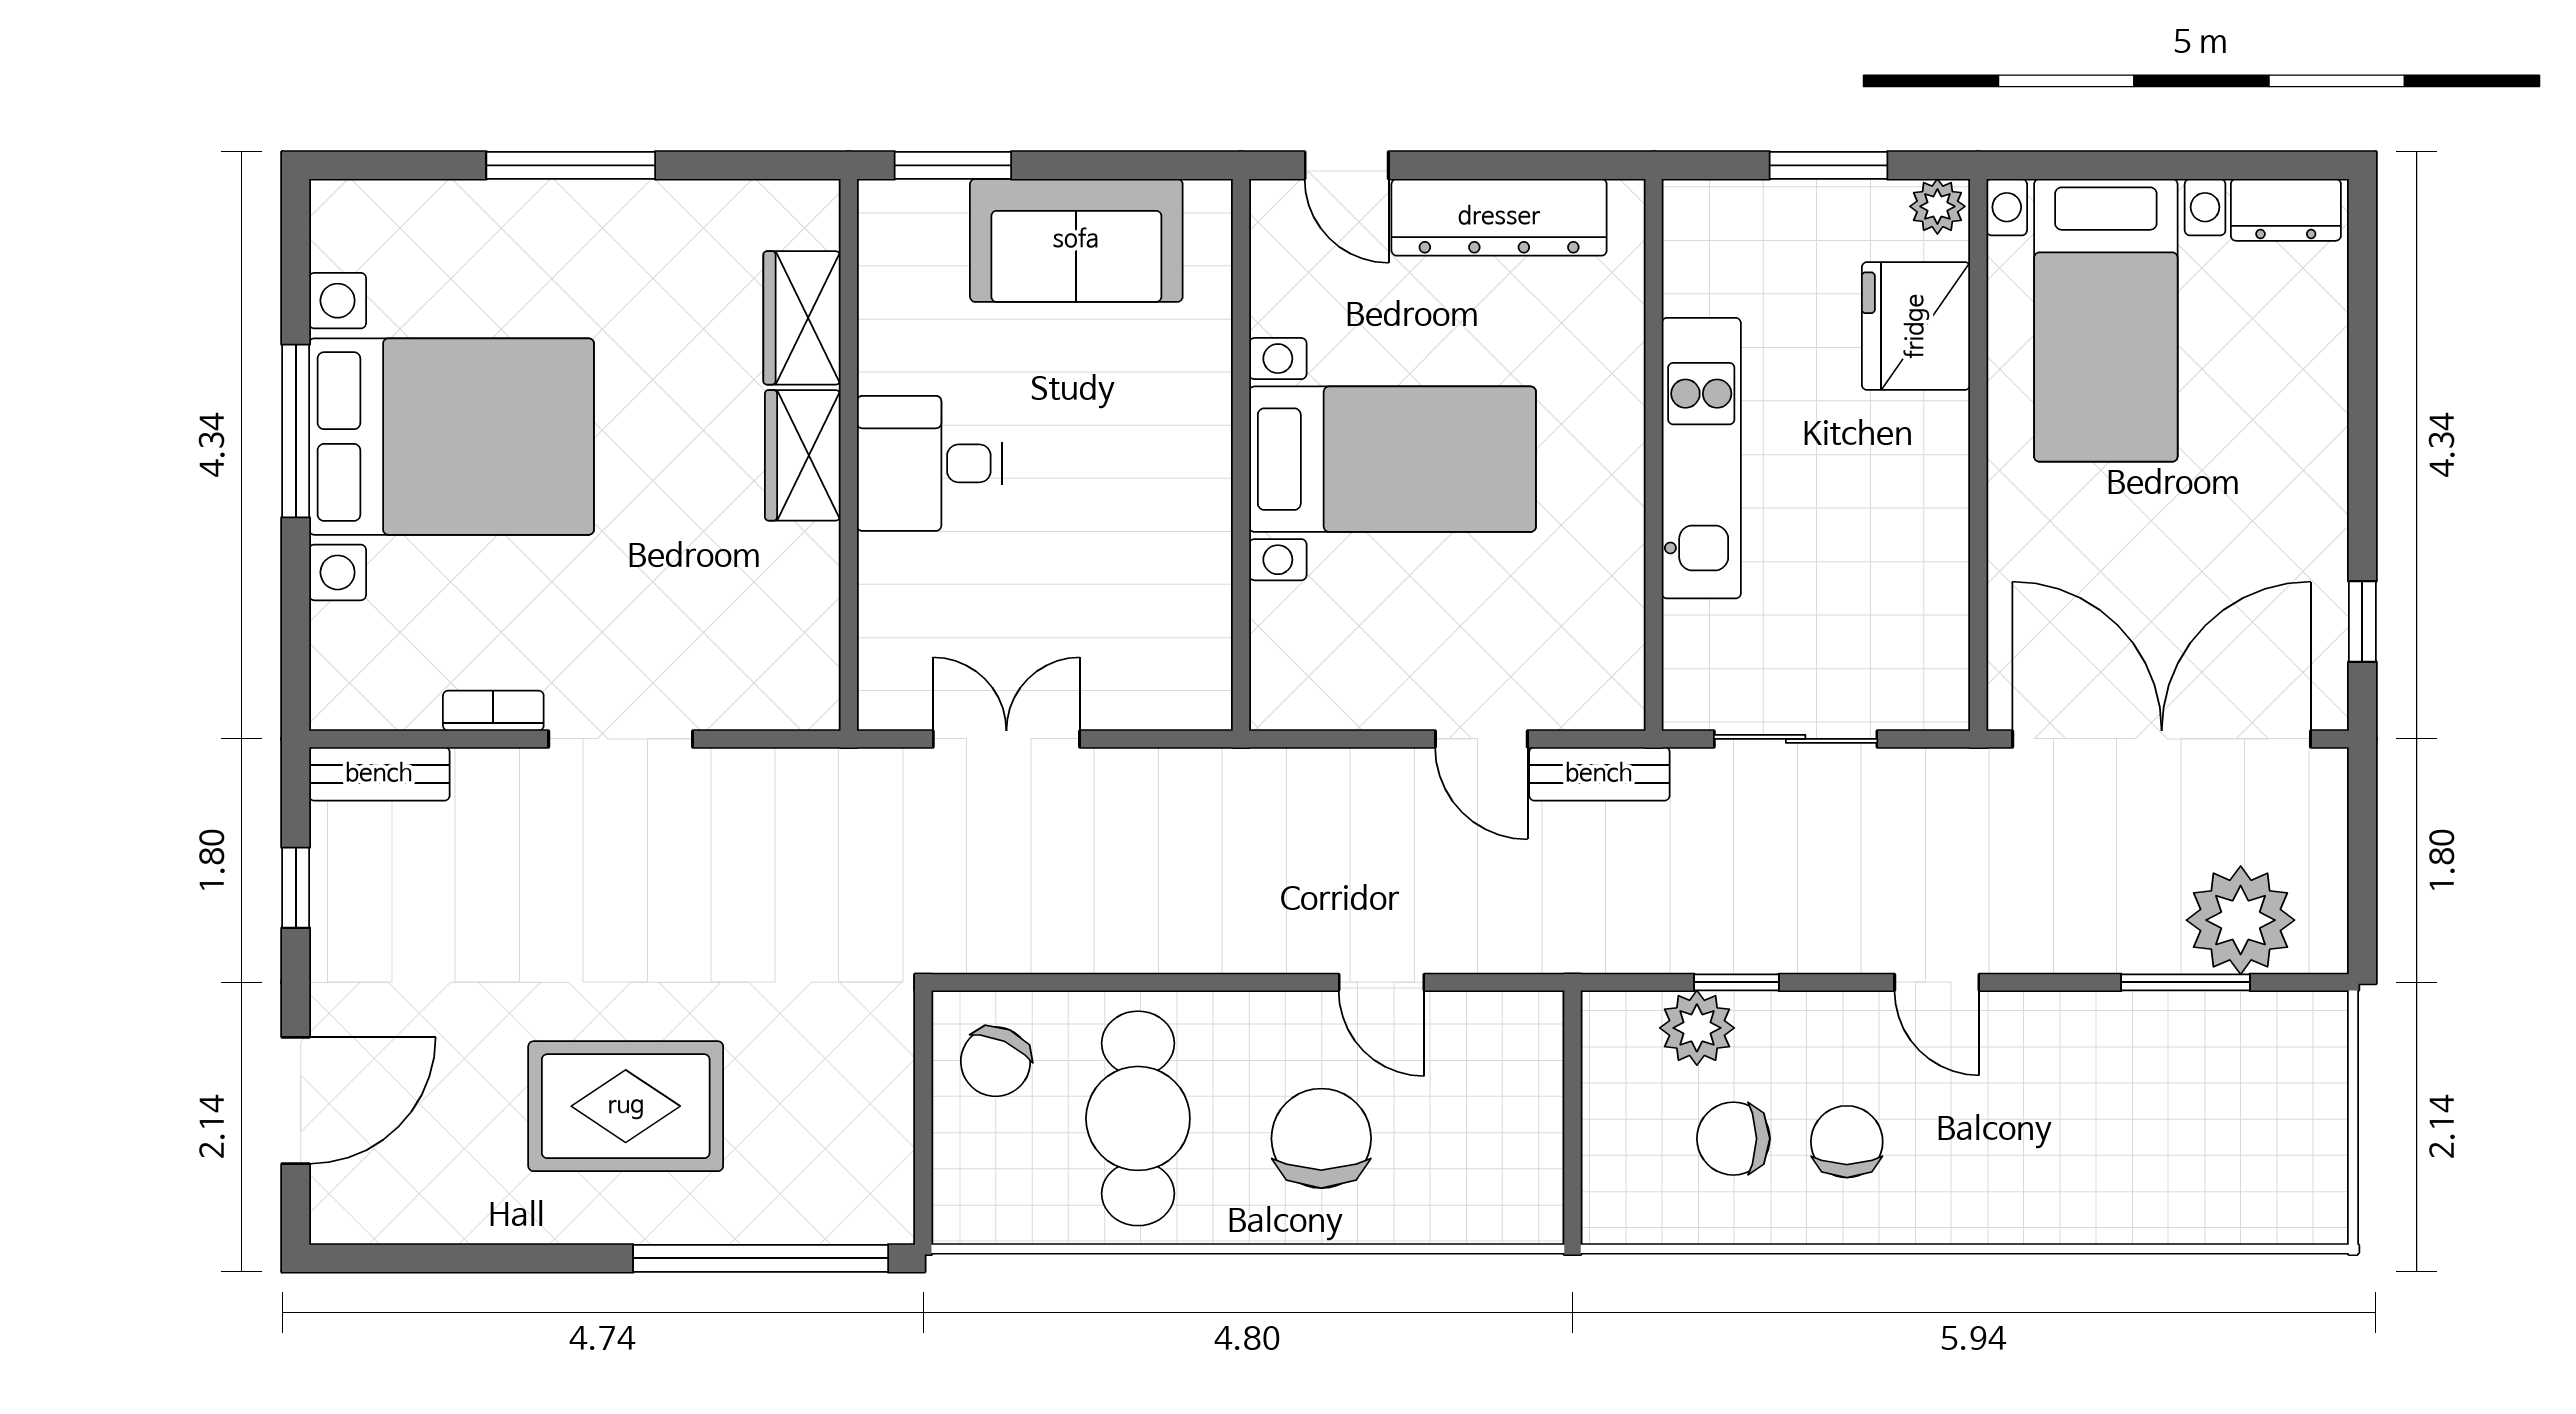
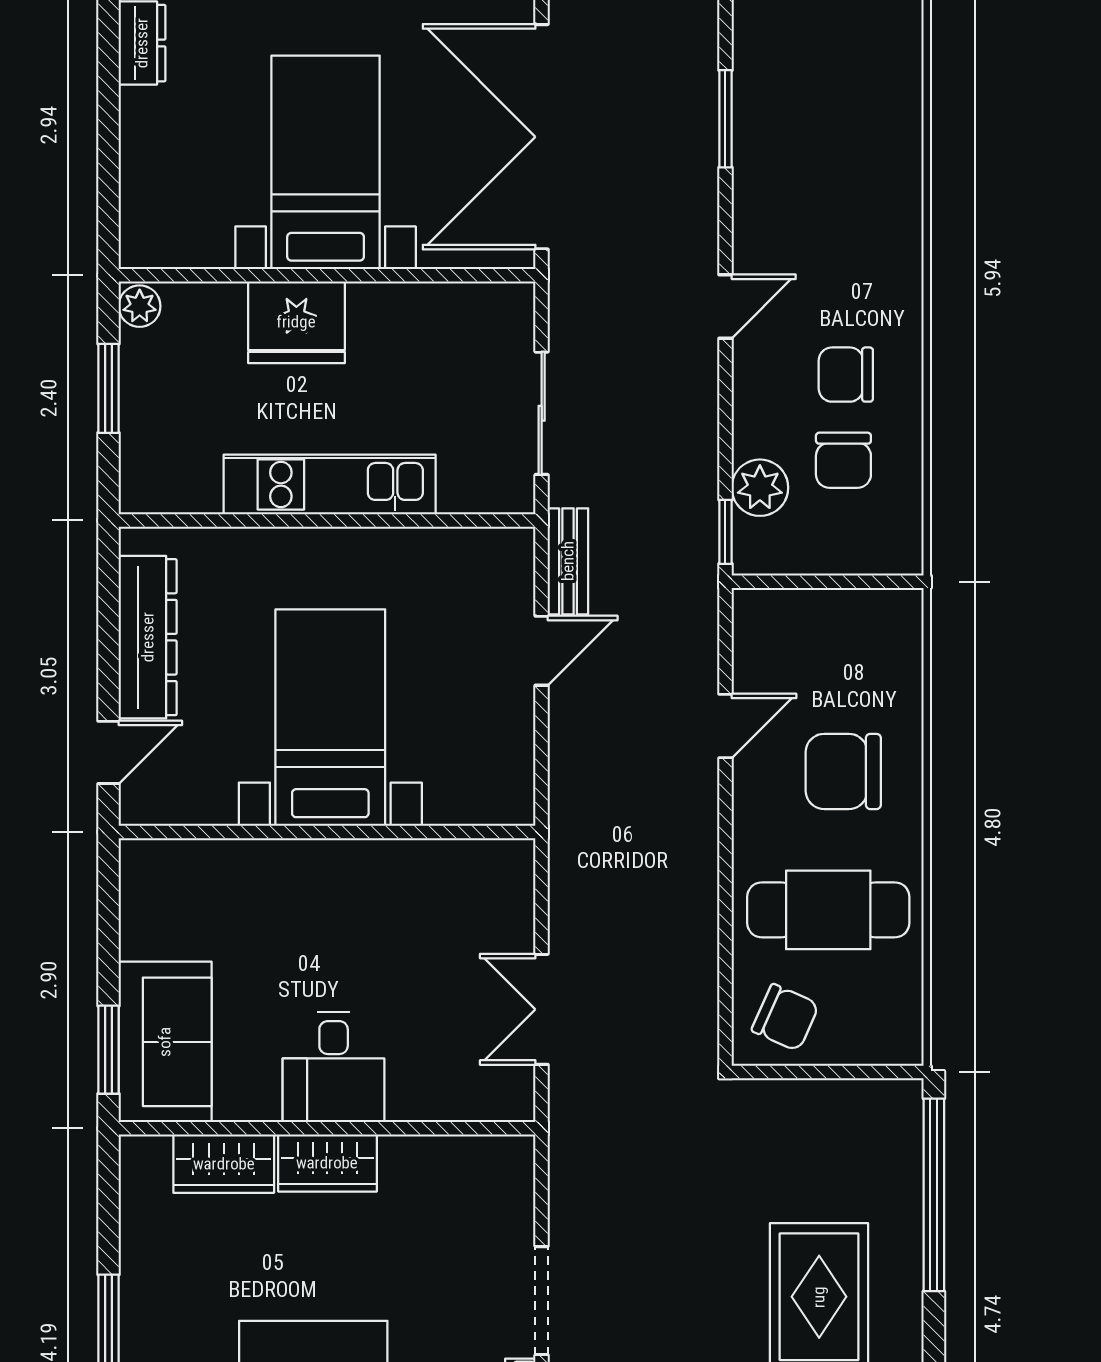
sofa: (1076, 240) -> (165, 1042), moved
bed with nightstands: (2106, 320) -> (326, 162), moved, turned -90
fridge: (1916, 326) -> (296, 322), moved
plant: (2241, 920) -> (678, 77), removed
window: (1737, 982) -> (725, 532), moved

